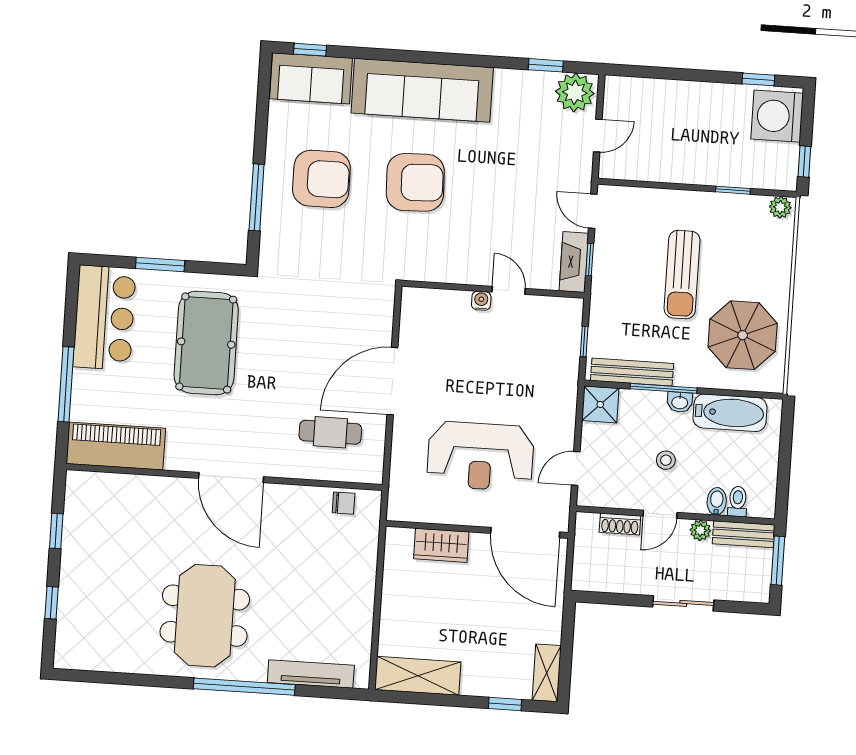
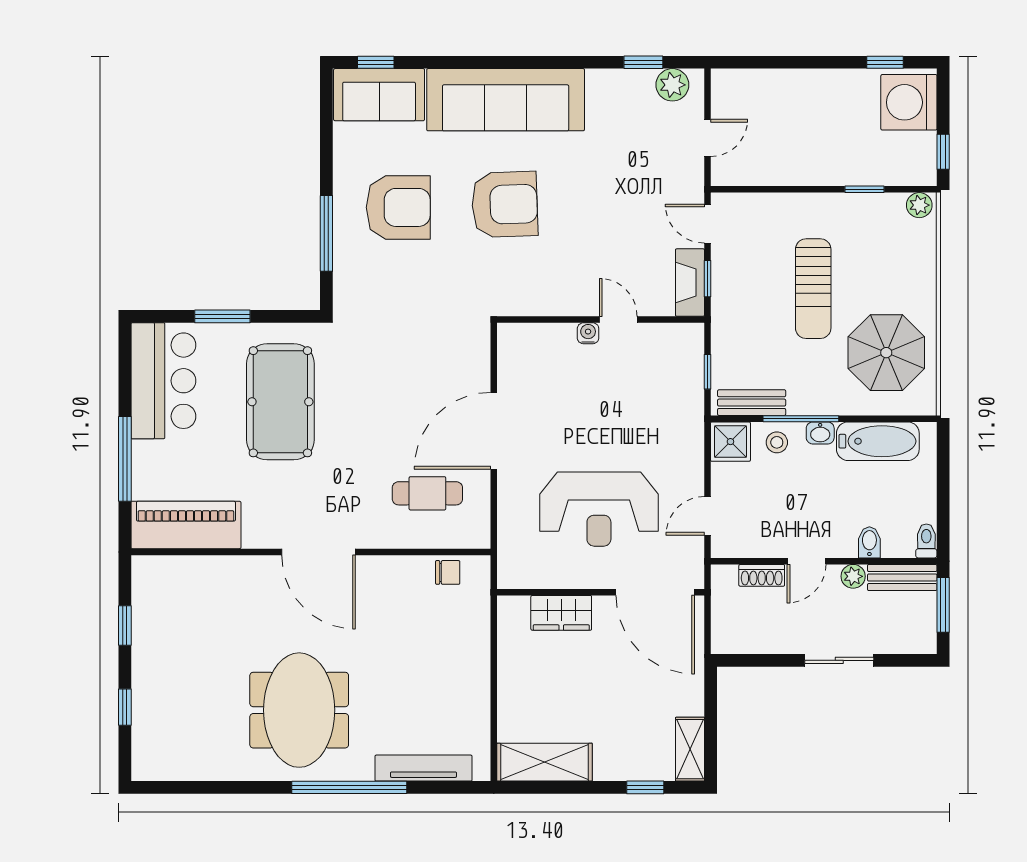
plant: (575, 92) -> (672, 85), width x0.73, depth x0.73
bench: (632, 372) -> (752, 403), width x0.73
stool: (666, 460) -> (777, 442), moved
toilet: (738, 501) -> (926, 541), moved

